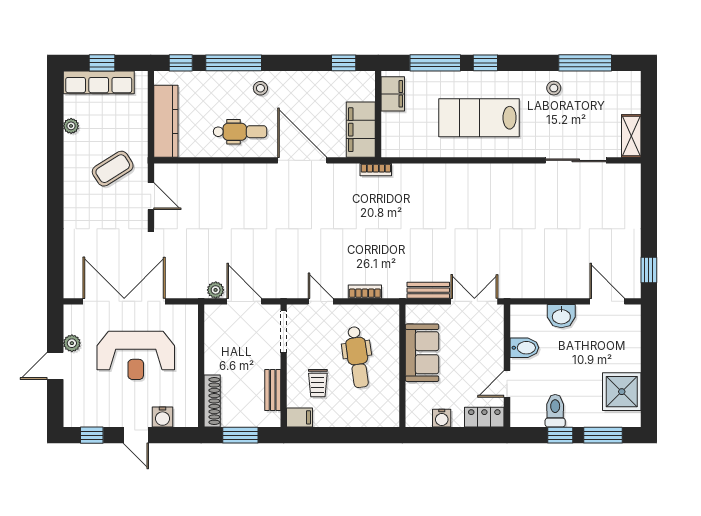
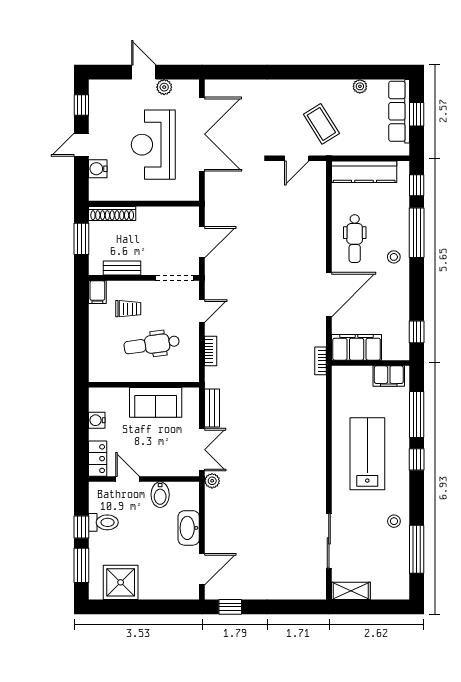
plant: (216, 290) -> (212, 481), moved
washbasin: (561, 316) -> (189, 528), width x1.38
trolley: (318, 383) -> (128, 309), turned 180

